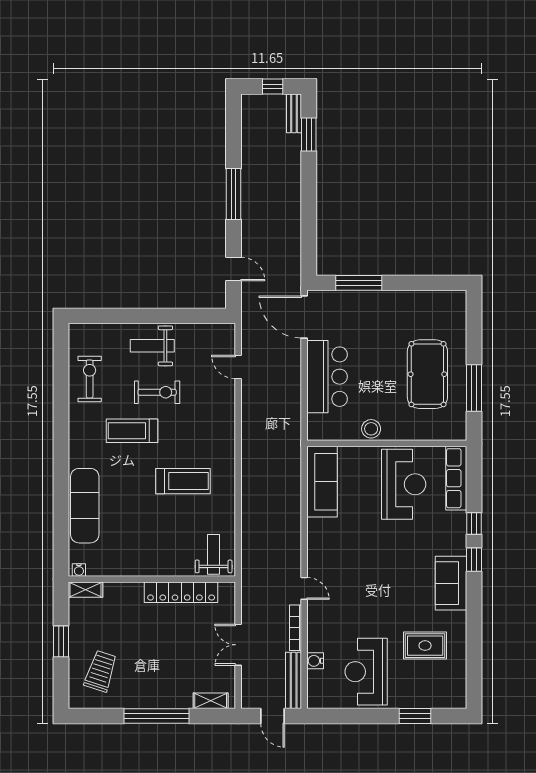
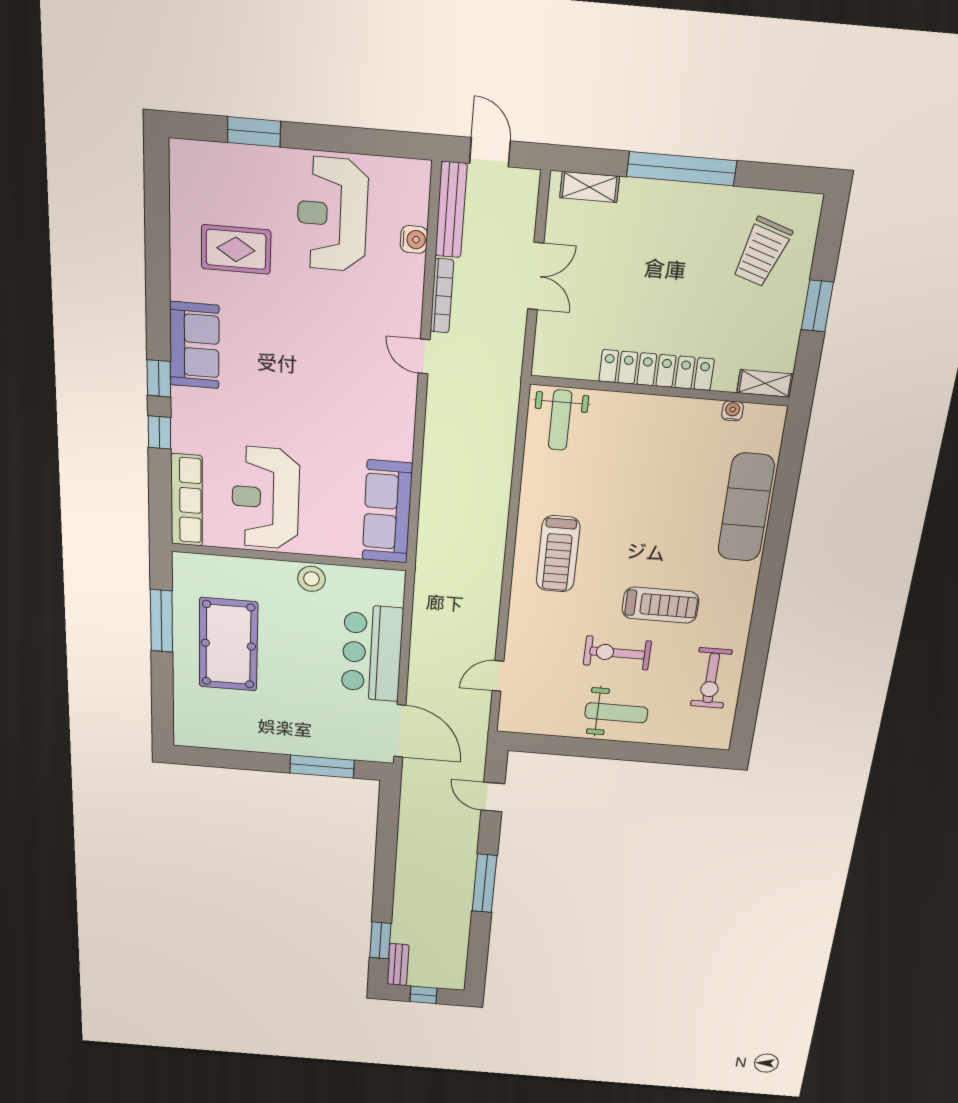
door: (238, 367) -> (498, 676), swing flipped
treadmill: (183, 481) -> (558, 554), moved, turned -90
water cooler: (79, 570) -> (733, 411), moved
locker: (181, 592) -> (656, 370), moved
reception desk: (366, 672) -> (332, 214), turned 180

